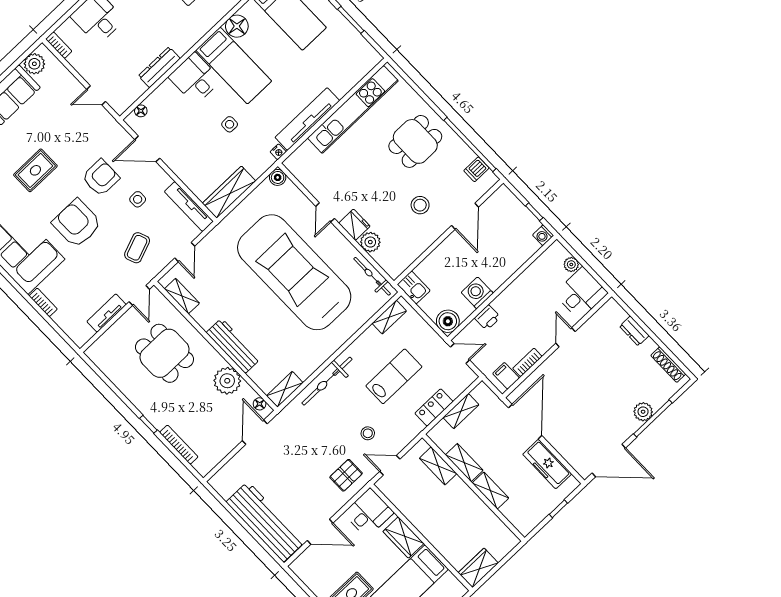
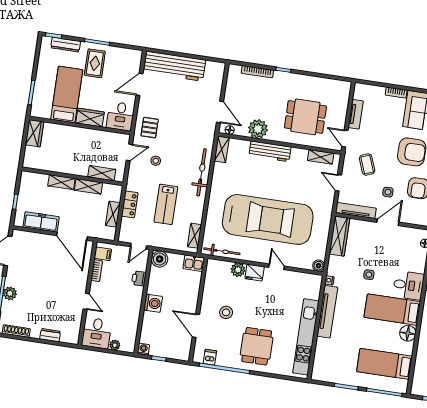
door: (147, 149) -> (388, 222), moved
washing machine: (477, 293) -> (153, 303), moved

